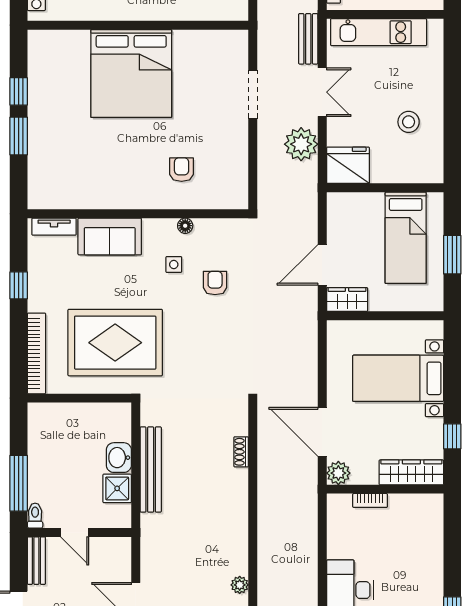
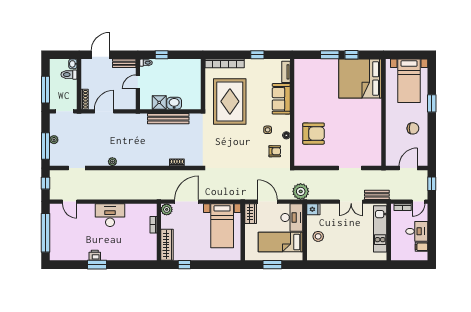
bed: (131, 73) -> (360, 78), moved
stool: (409, 122) -> (318, 236), moved
plant: (301, 144) -> (301, 191), moved
fridge: (348, 165) -> (313, 209), width x0.53, depth x0.75
armchair: (182, 170) -> (314, 134), width x1.88, depth x1.88
desk: (355, 214) -> (292, 218), added
armchair: (215, 283) -> (275, 151), moved
bed with nightstands: (398, 378) -> (222, 226), moved, turned 180
window: (19, 483) -> (162, 55), width x0.46

